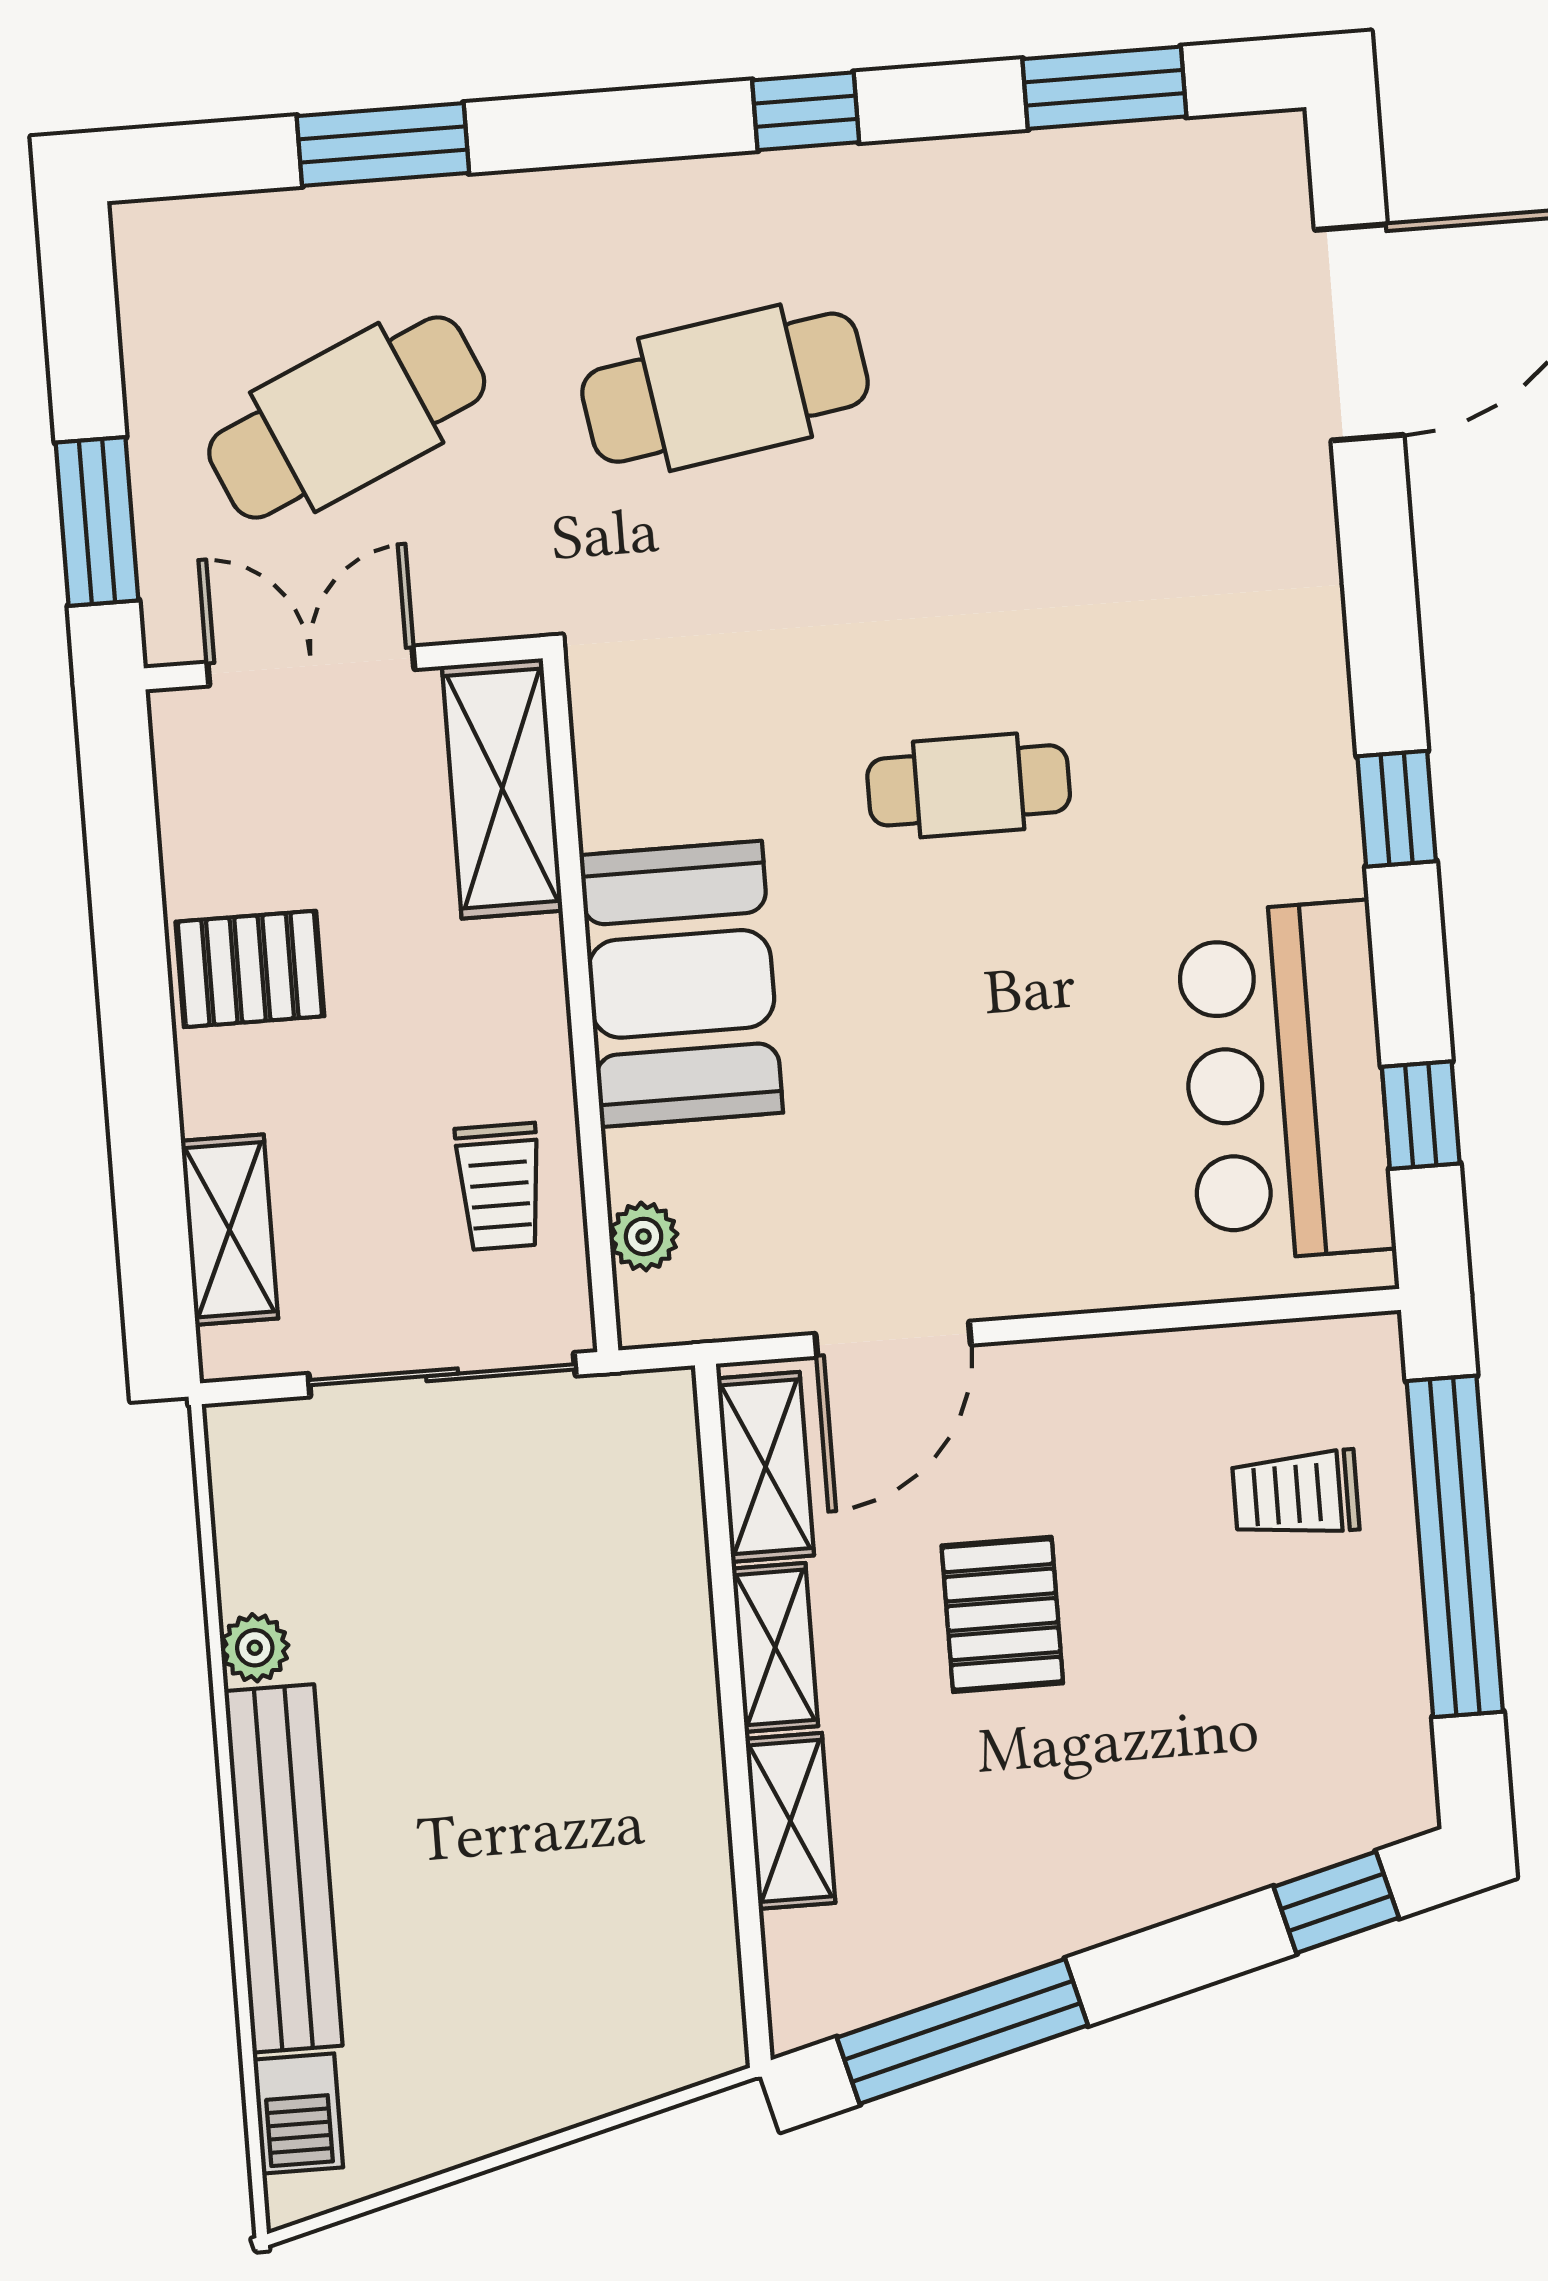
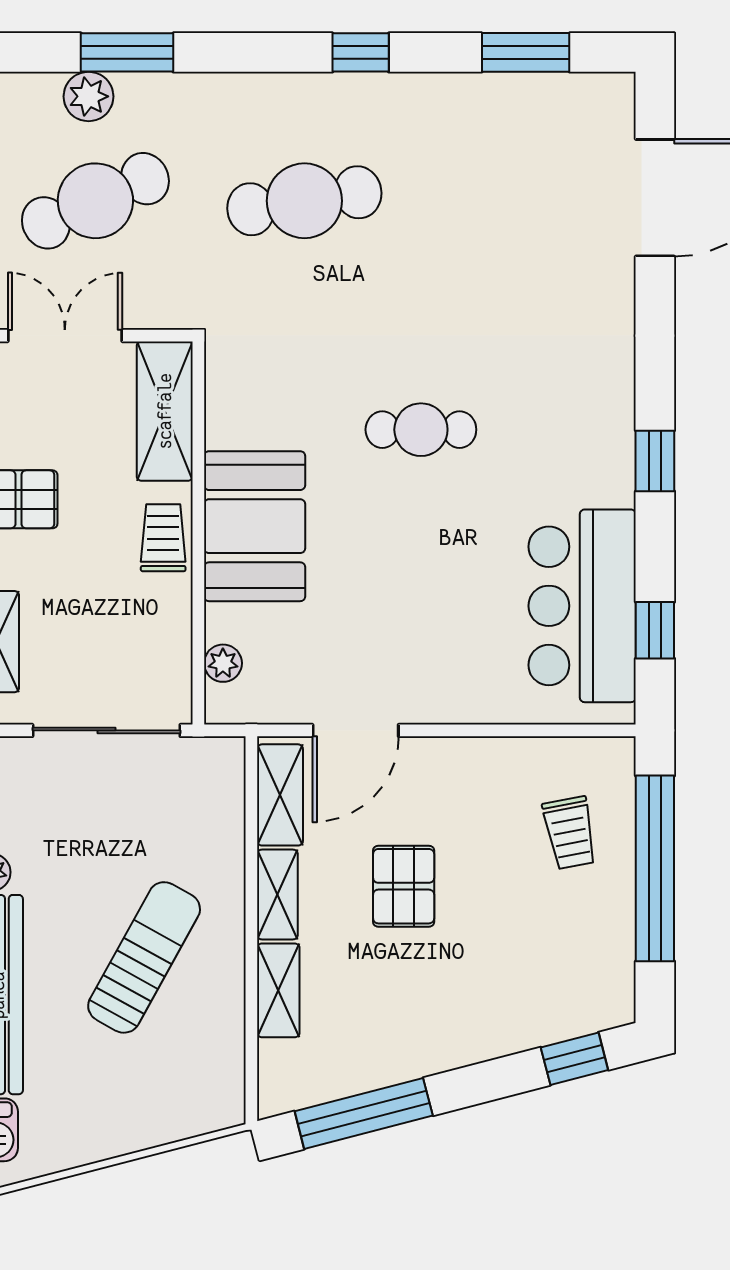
plant: (319, 230) -> (89, 96), added
trolley: (499, 1186) -> (163, 538), moved, turned 180
trolley: (1296, 1494) -> (570, 833), turned -101
sun lounger: (543, 1780) -> (144, 957), added

